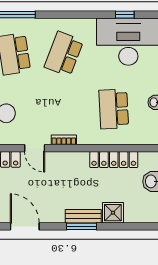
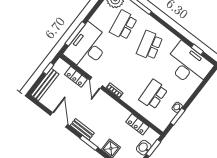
school desk: (64, 54) -> (150, 45), turned -36
locker: (114, 160) -> (137, 124), width x0.66
bench: (83, 216) -> (82, 129), moved

